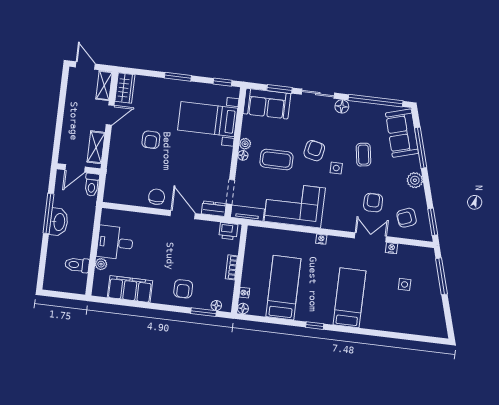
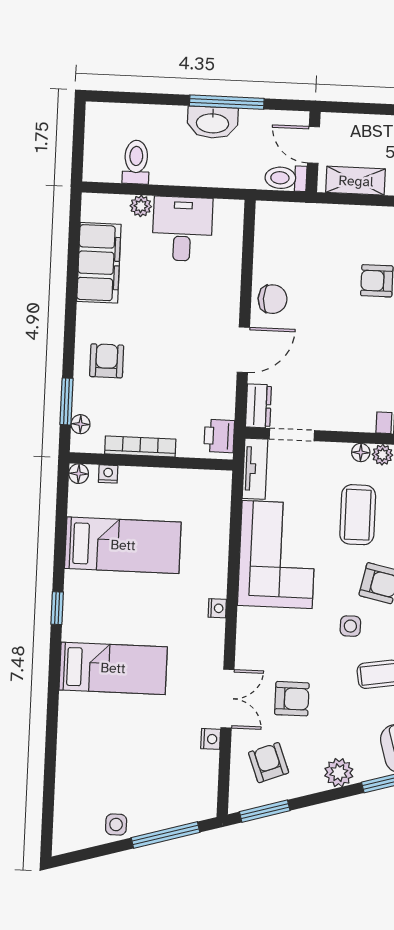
bookcase: (232, 267) -> (140, 446), width x1.56
side table: (405, 284) -> (116, 825), moved
armchair: (183, 289) -> (107, 361), turned 90

